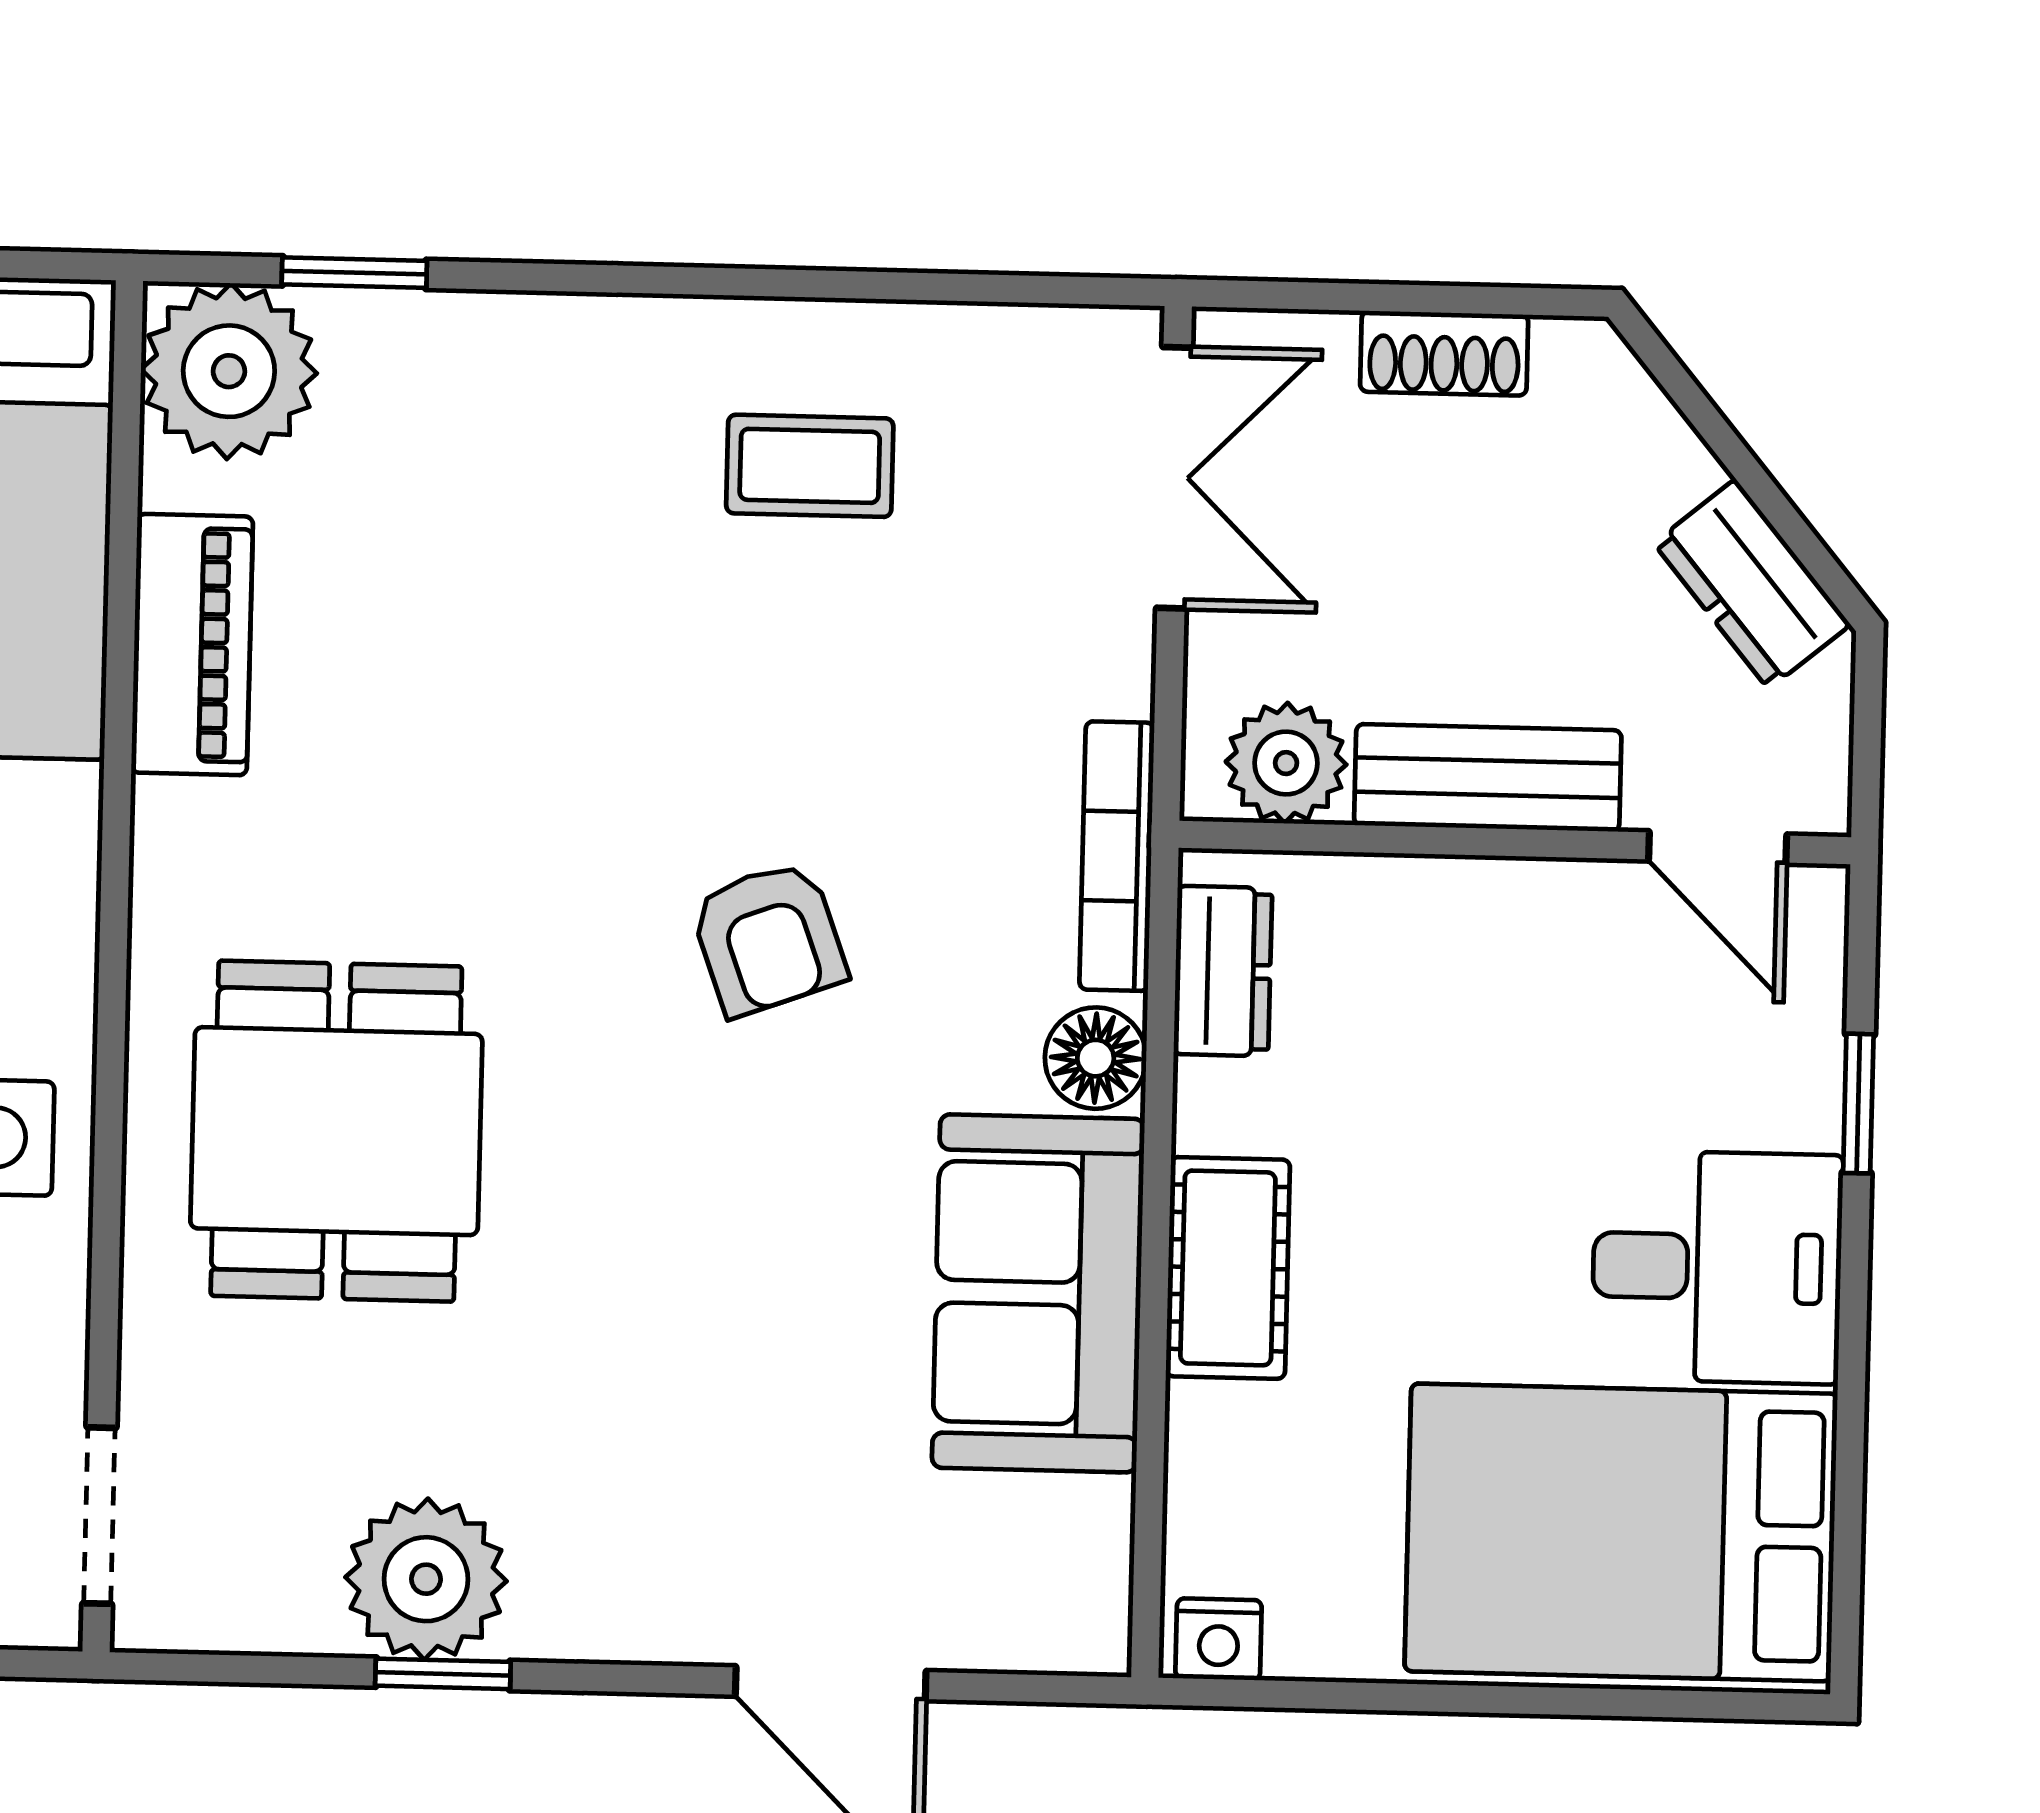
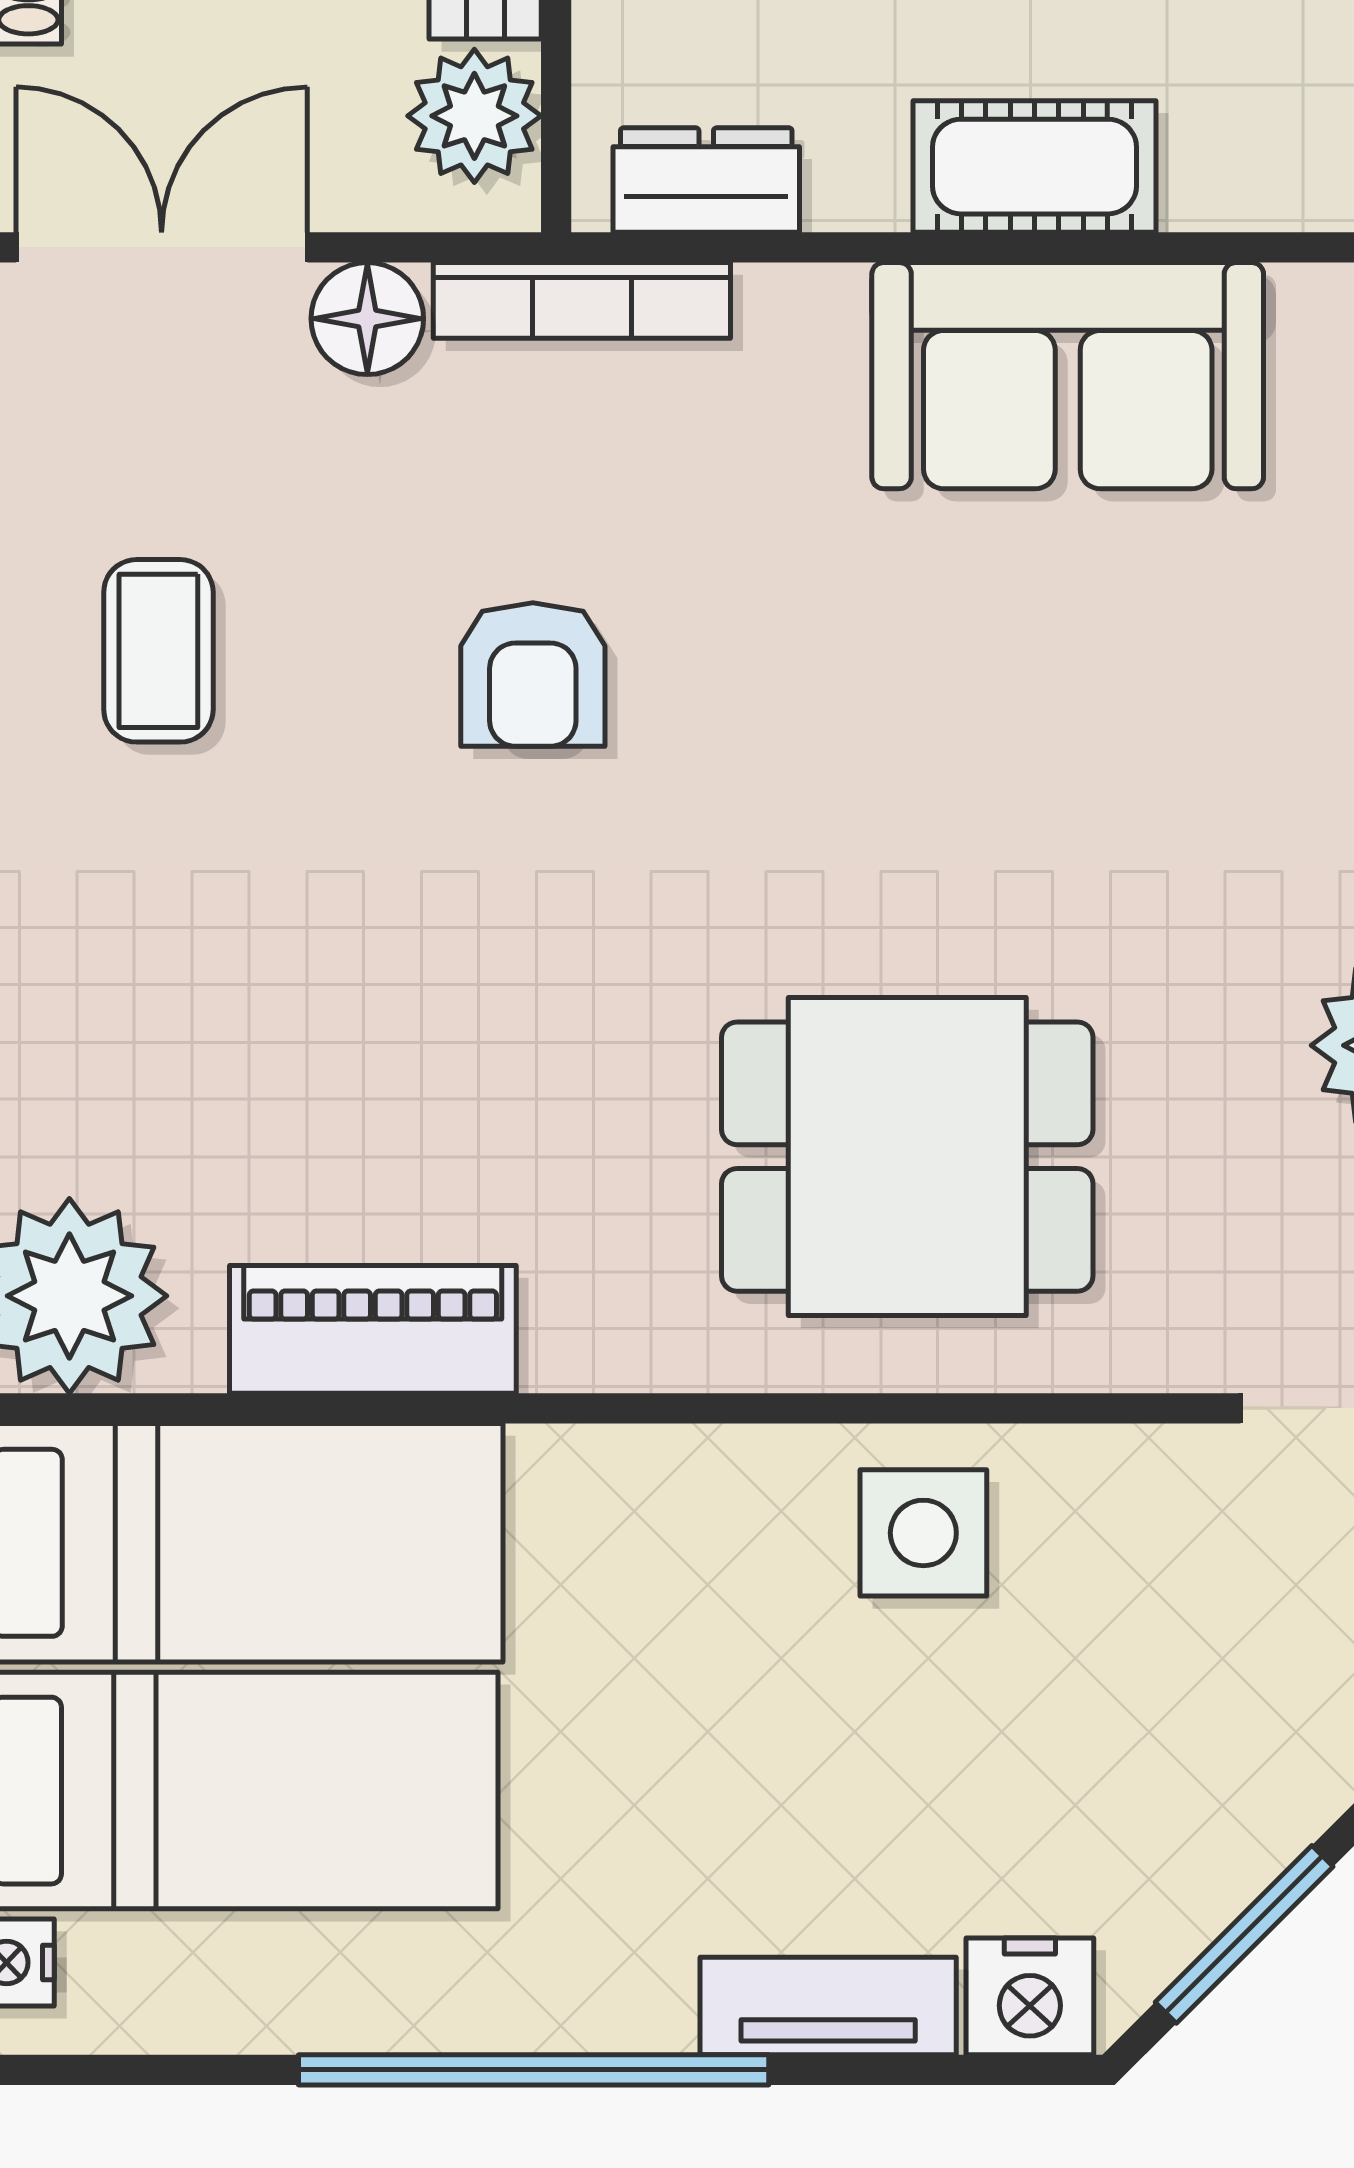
armchair: (768, 938) -> (533, 674), moved, turned 110
floor lamp: (1096, 1058) -> (367, 319), moved

